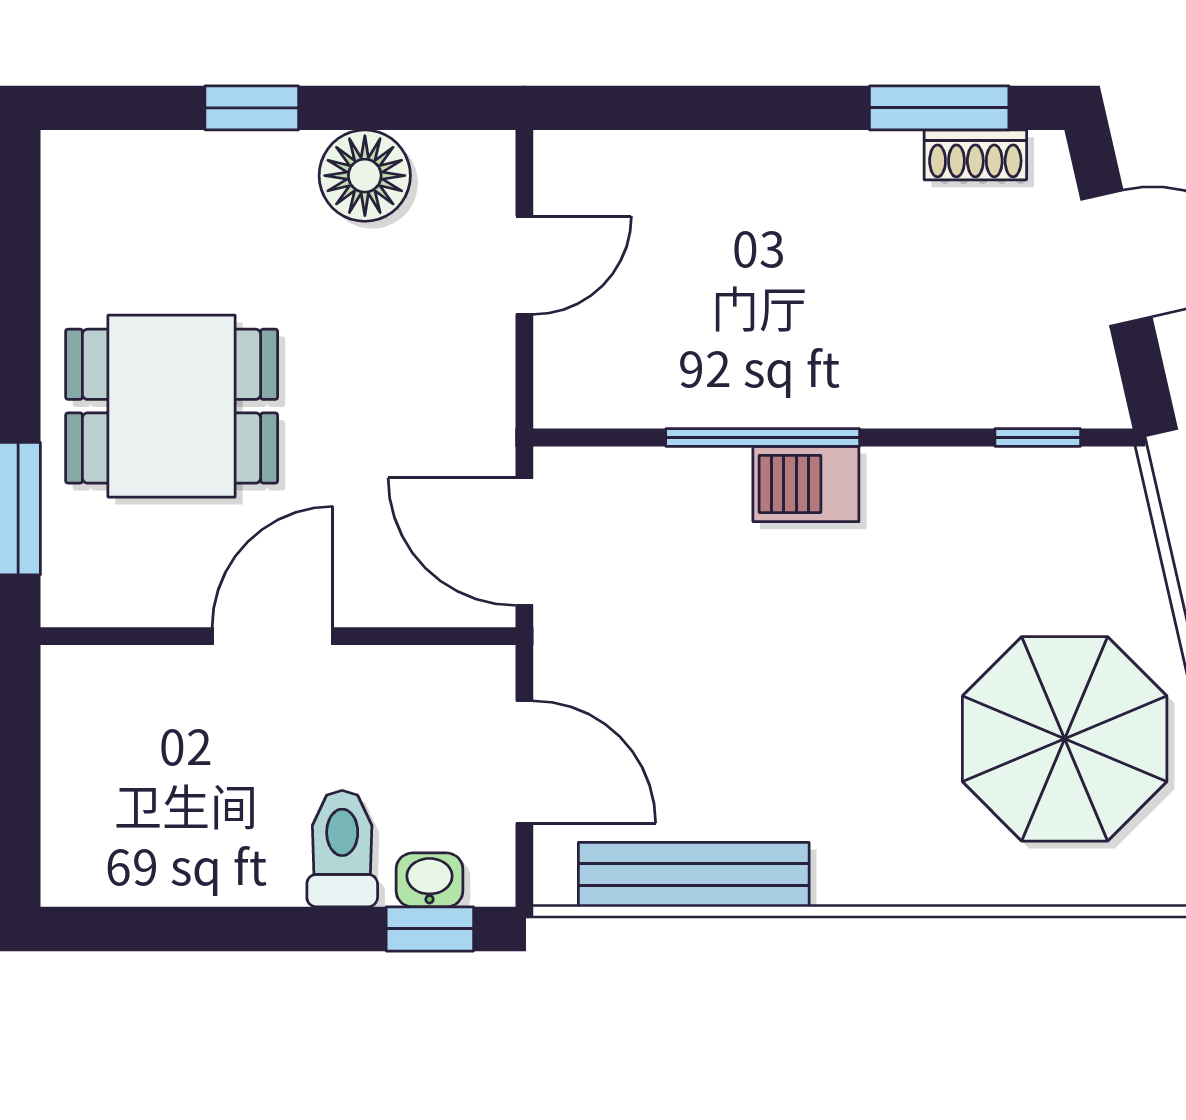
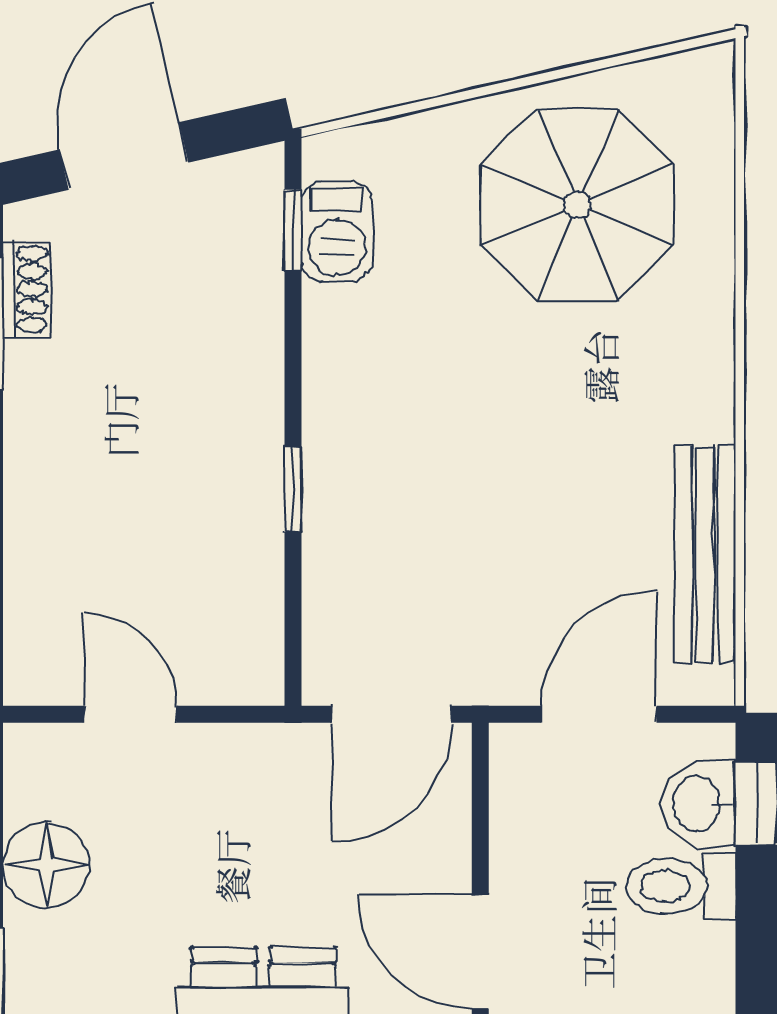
window: (763, 437) -> (293, 490), width x0.46
barbecue: (806, 484) -> (337, 232), moved
washbasin: (429, 880) -> (699, 804), width x1.38, depth x1.45

